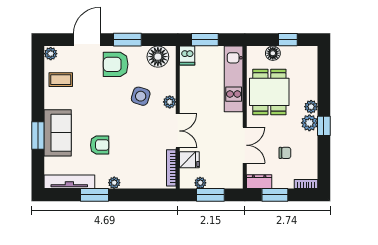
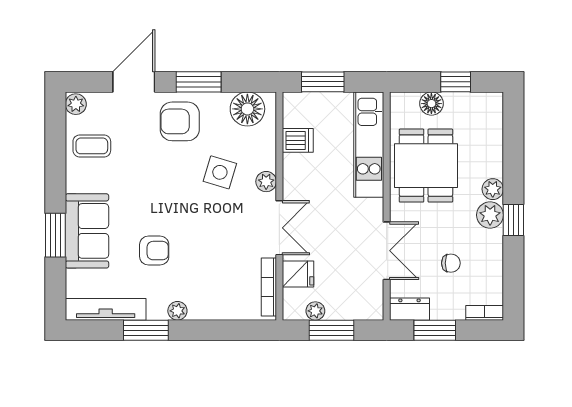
dishwasher: (187, 56) -> (298, 140), moved, turned -90

